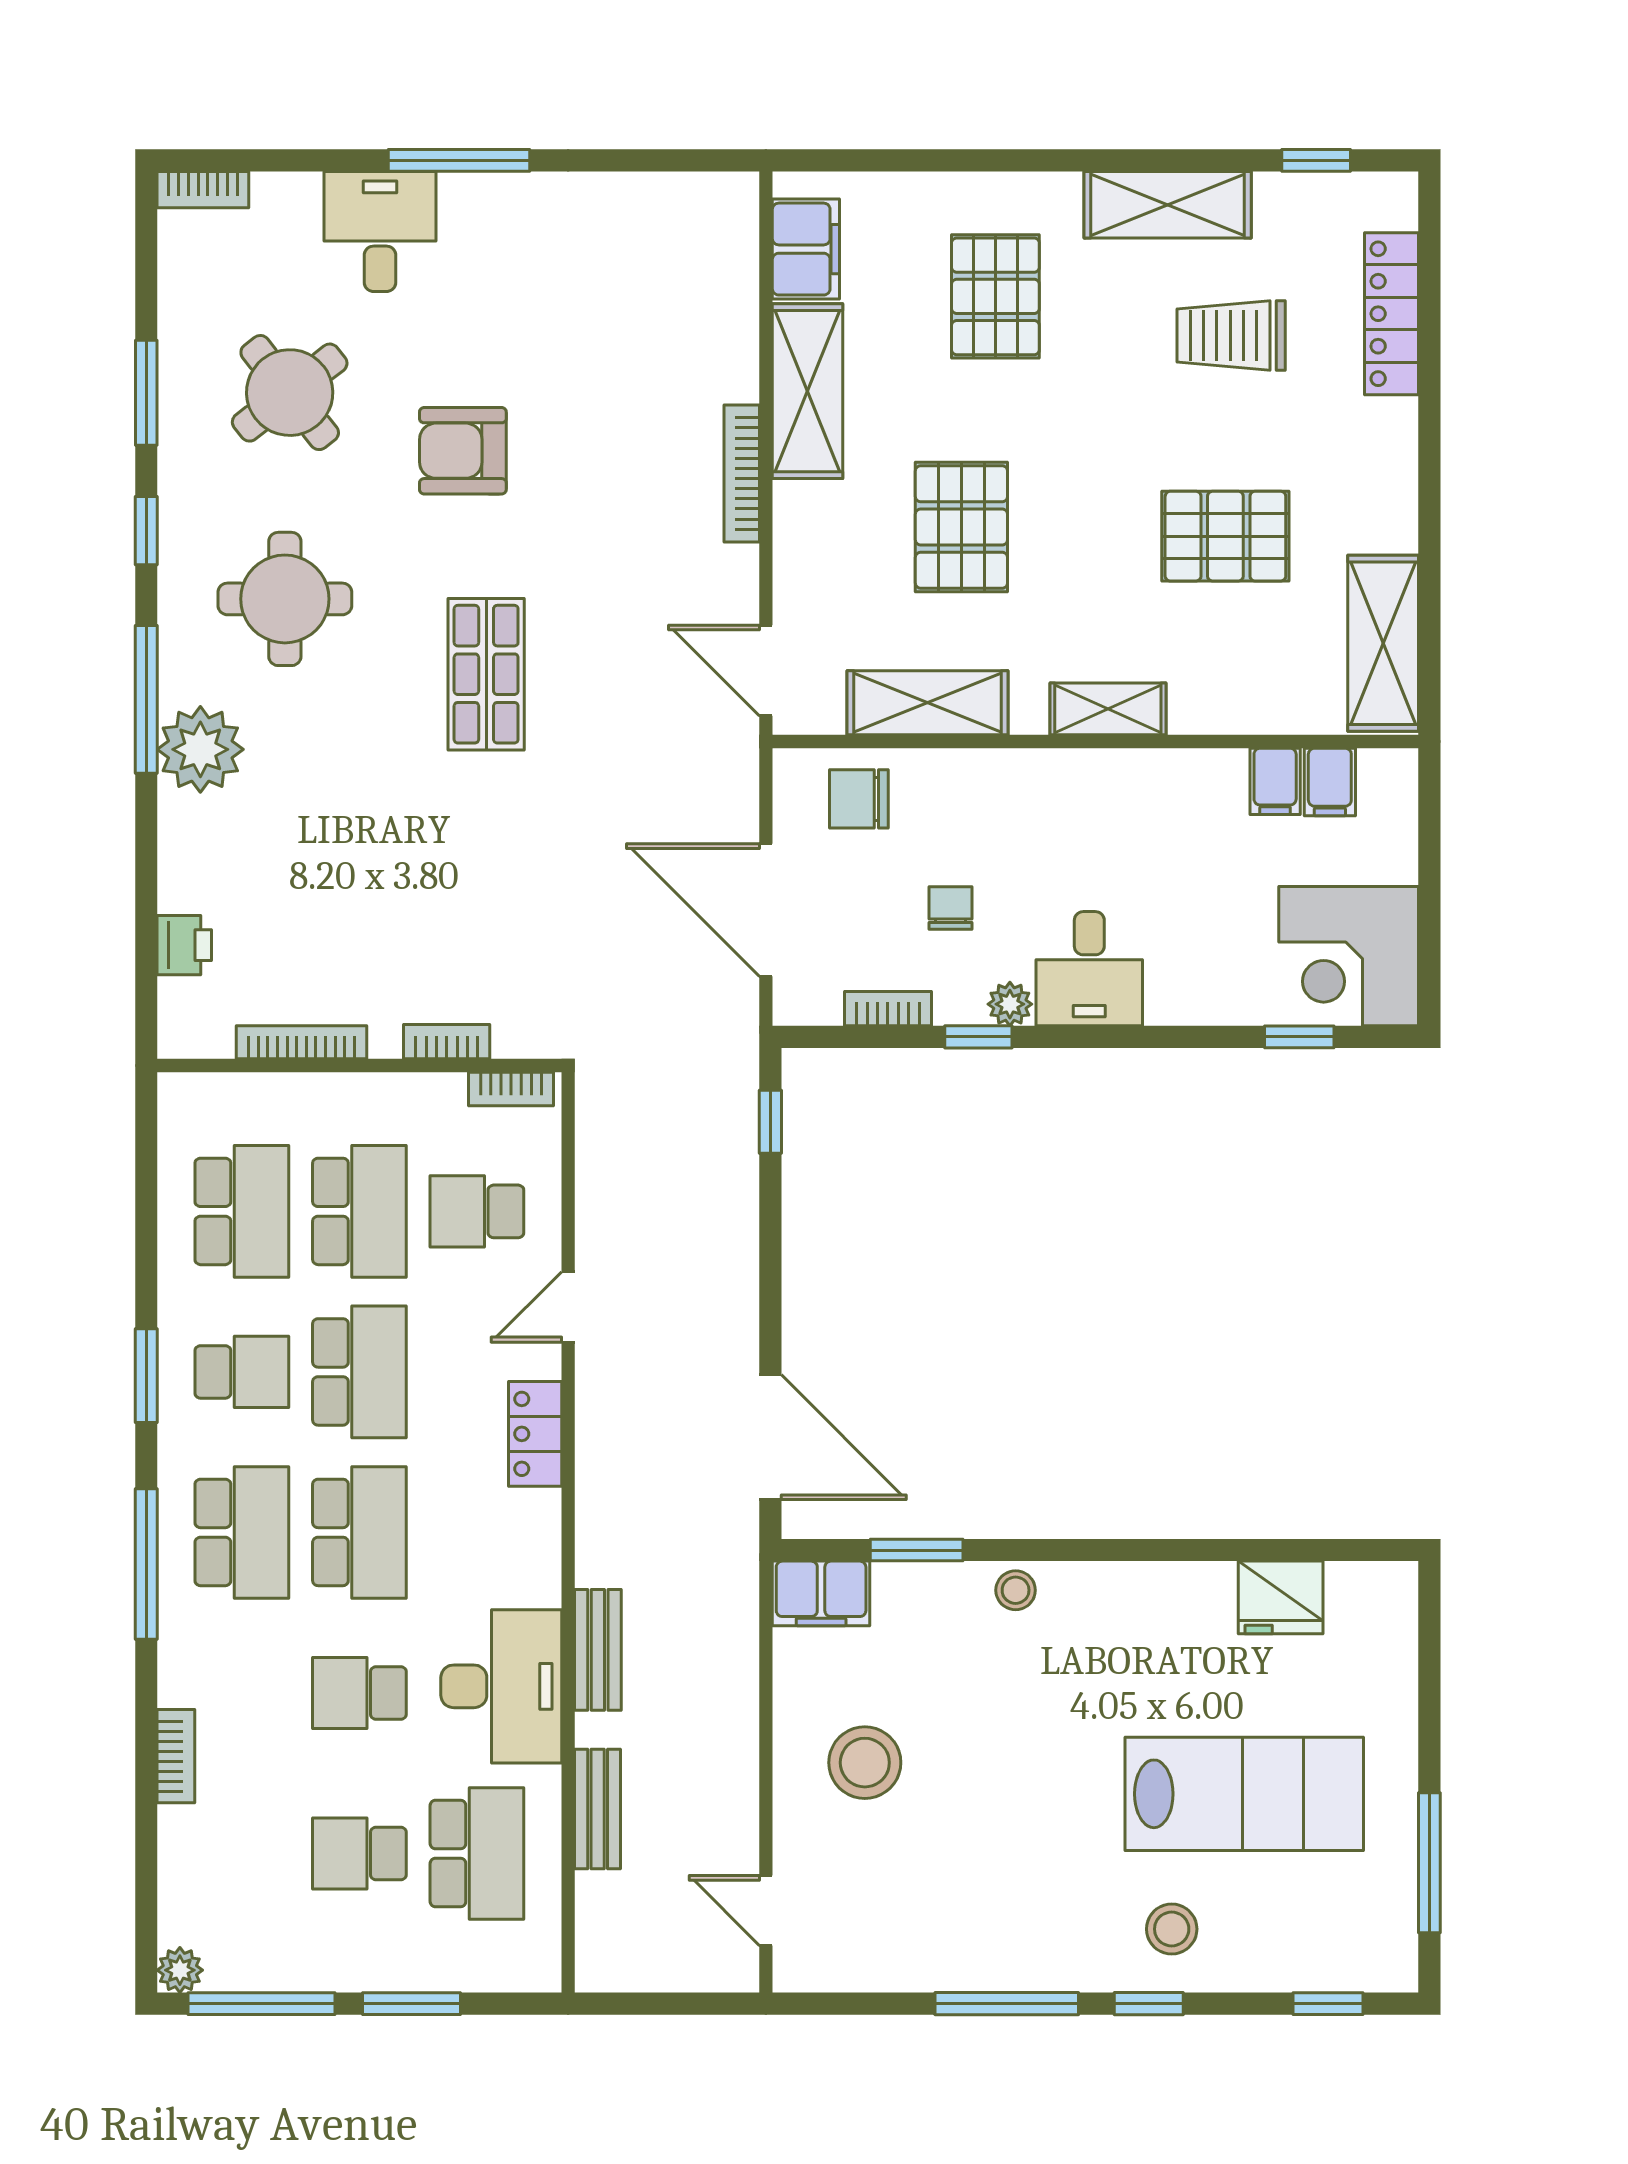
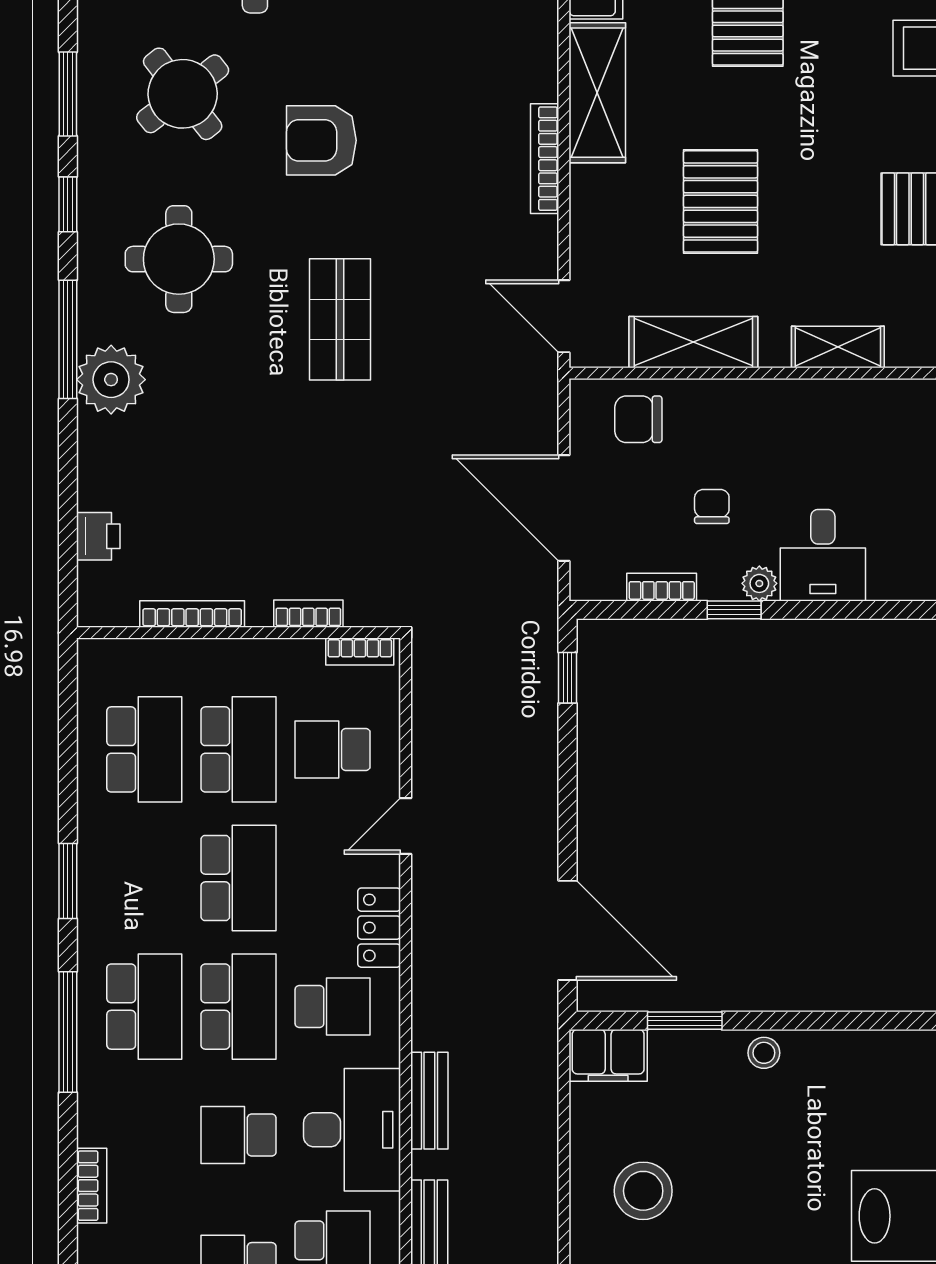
school desk: (242, 1372) -> (333, 1007), moved

